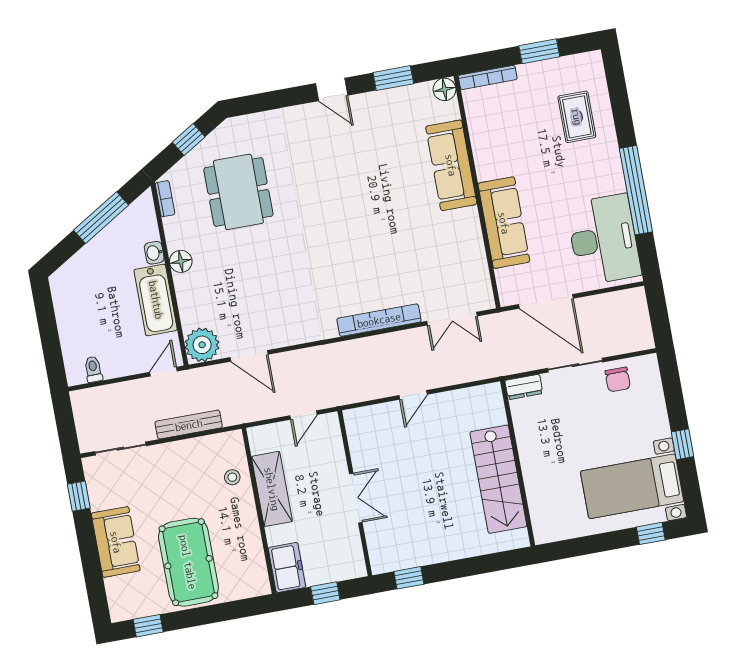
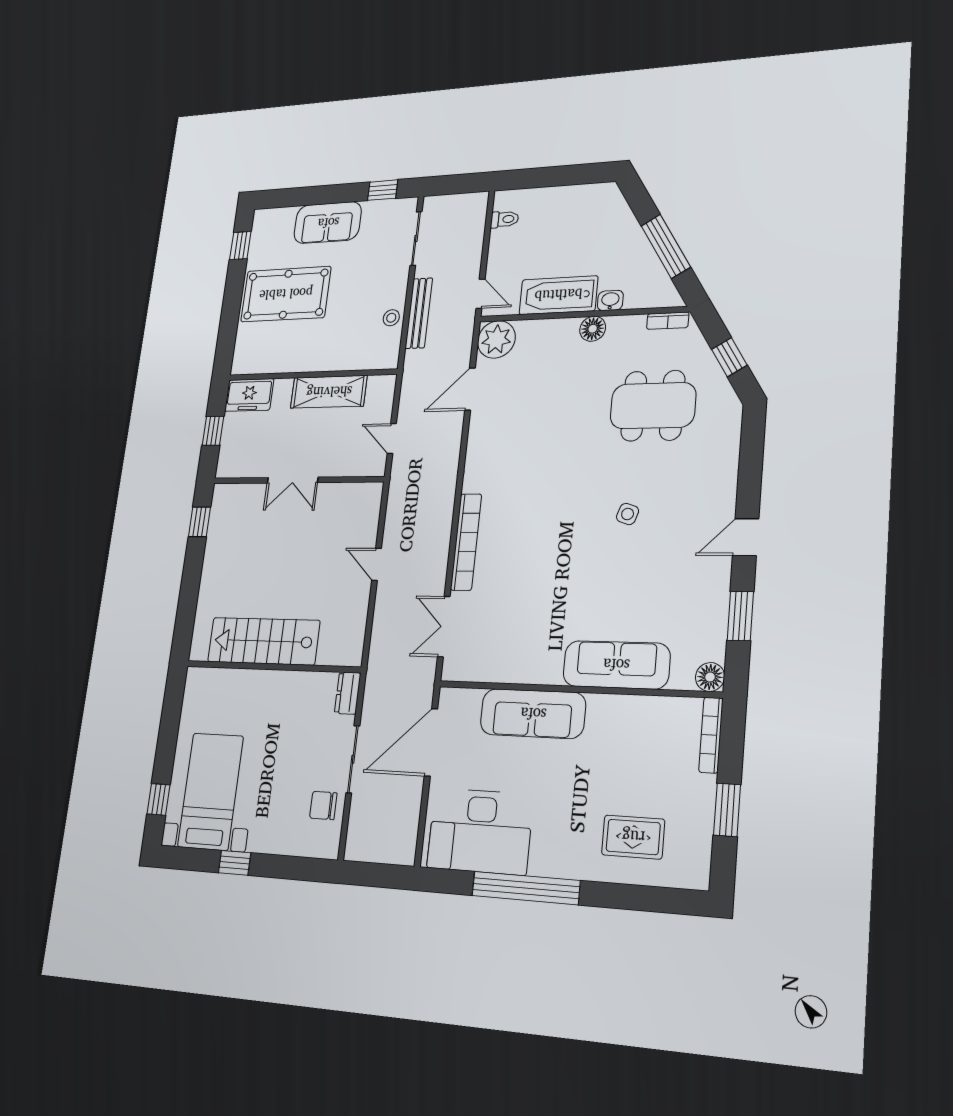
side table: (331, 189) -> (628, 514), added
stool: (232, 477) -> (391, 318), moved

